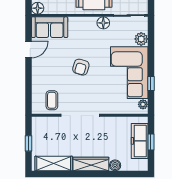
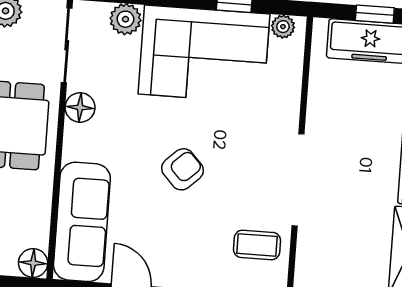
sofa: (50, 27) -> (82, 222), width x1.36
armchair: (81, 67) -> (182, 169), turned -59

